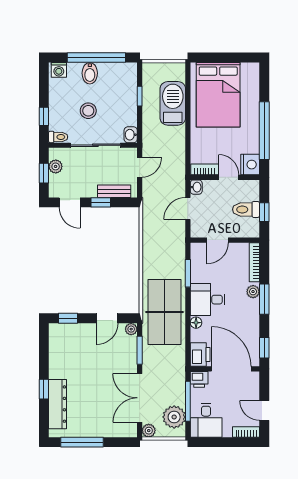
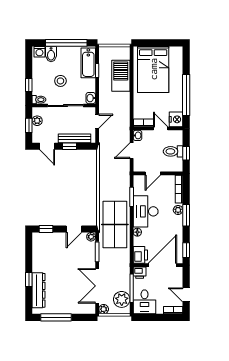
bidet: (90, 73) -> (51, 54), moved
bathtub: (127, 85) -> (88, 63), added
bench: (114, 191) -> (75, 138), width x1.36
desk: (208, 300) -> (146, 211), width x1.37
door: (231, 369) -> (162, 265), hinge flipped

